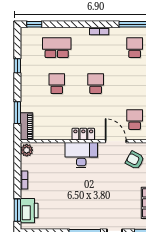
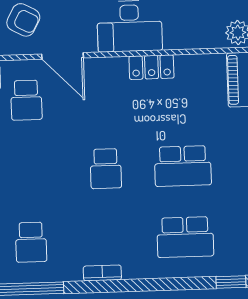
school desk: (57, 84) -> (183, 166), width x1.85
locker: (83, 134) -> (151, 67), moved

